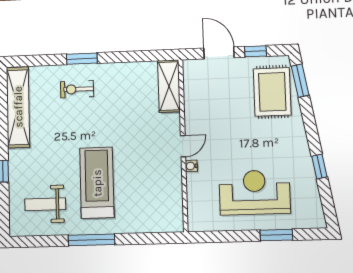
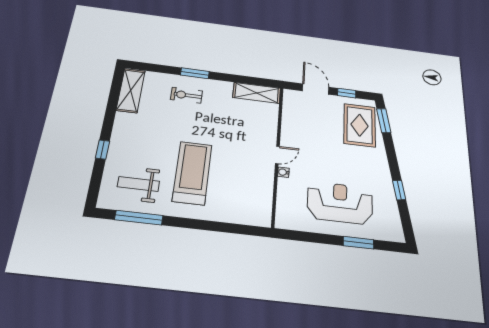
shelving: (169, 86) -> (257, 93), moved, turned 90
shelving: (18, 107) -> (131, 90), width x0.68
window: (91, 240) -> (139, 218), moved

